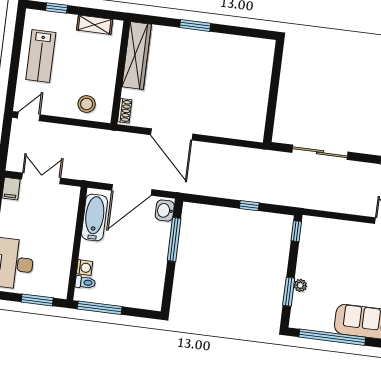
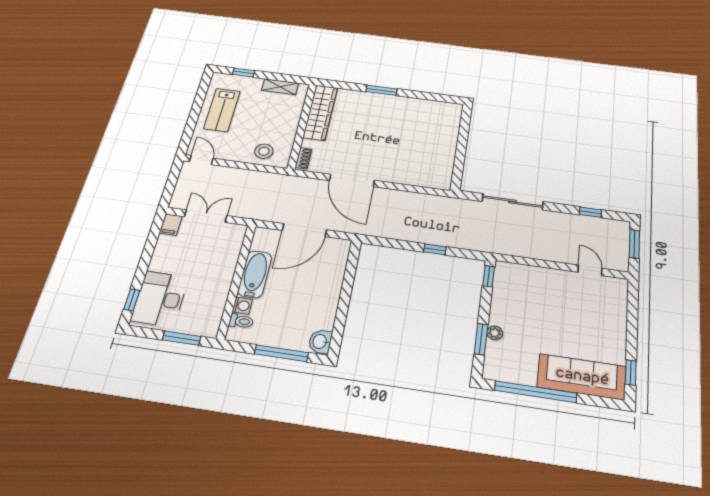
door: (29, 116) -> (201, 160), hinge flipped
washbasin: (165, 211) -> (320, 342), moved
bathtub: (94, 218) -> (255, 274), moved
window: (174, 240) -> (348, 280), removed
window: (100, 308) -> (281, 353), moved

